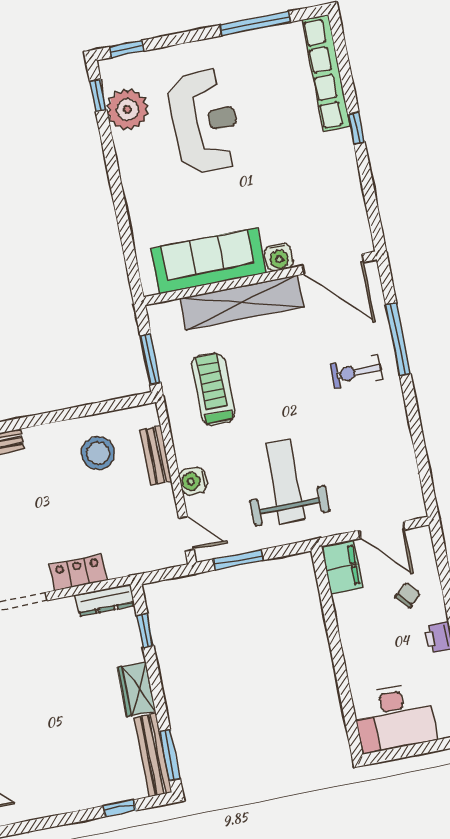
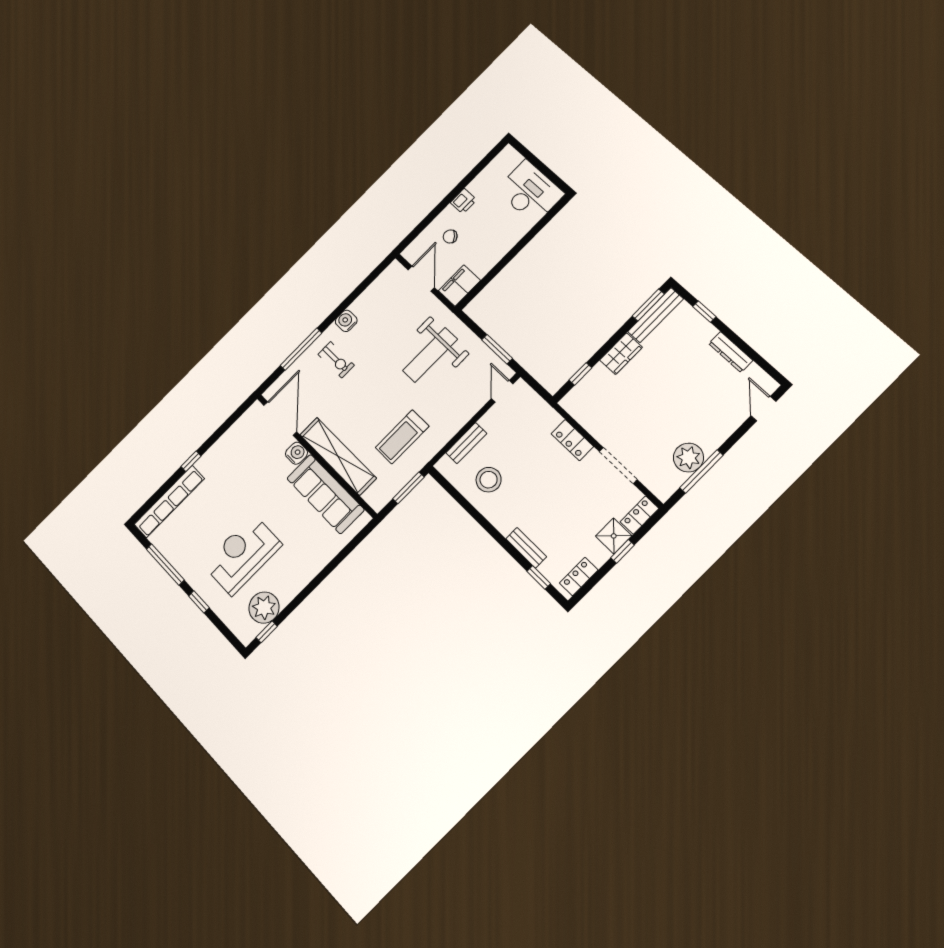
window: (127, 49) -> (199, 602), moved
water cooler: (193, 481) -> (346, 321), moved, turned 180
dresser: (105, 600) -> (731, 352), moved, turned 180

